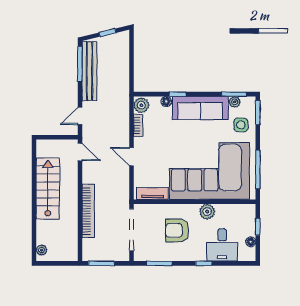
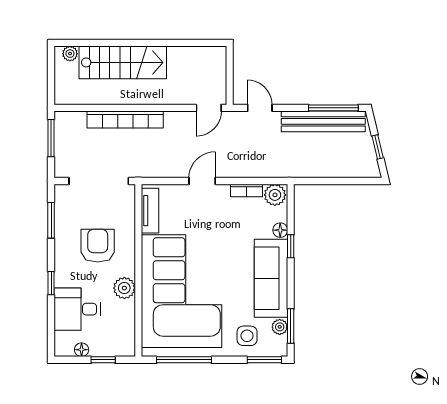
stairs: (48, 189) -> (123, 62), moved

